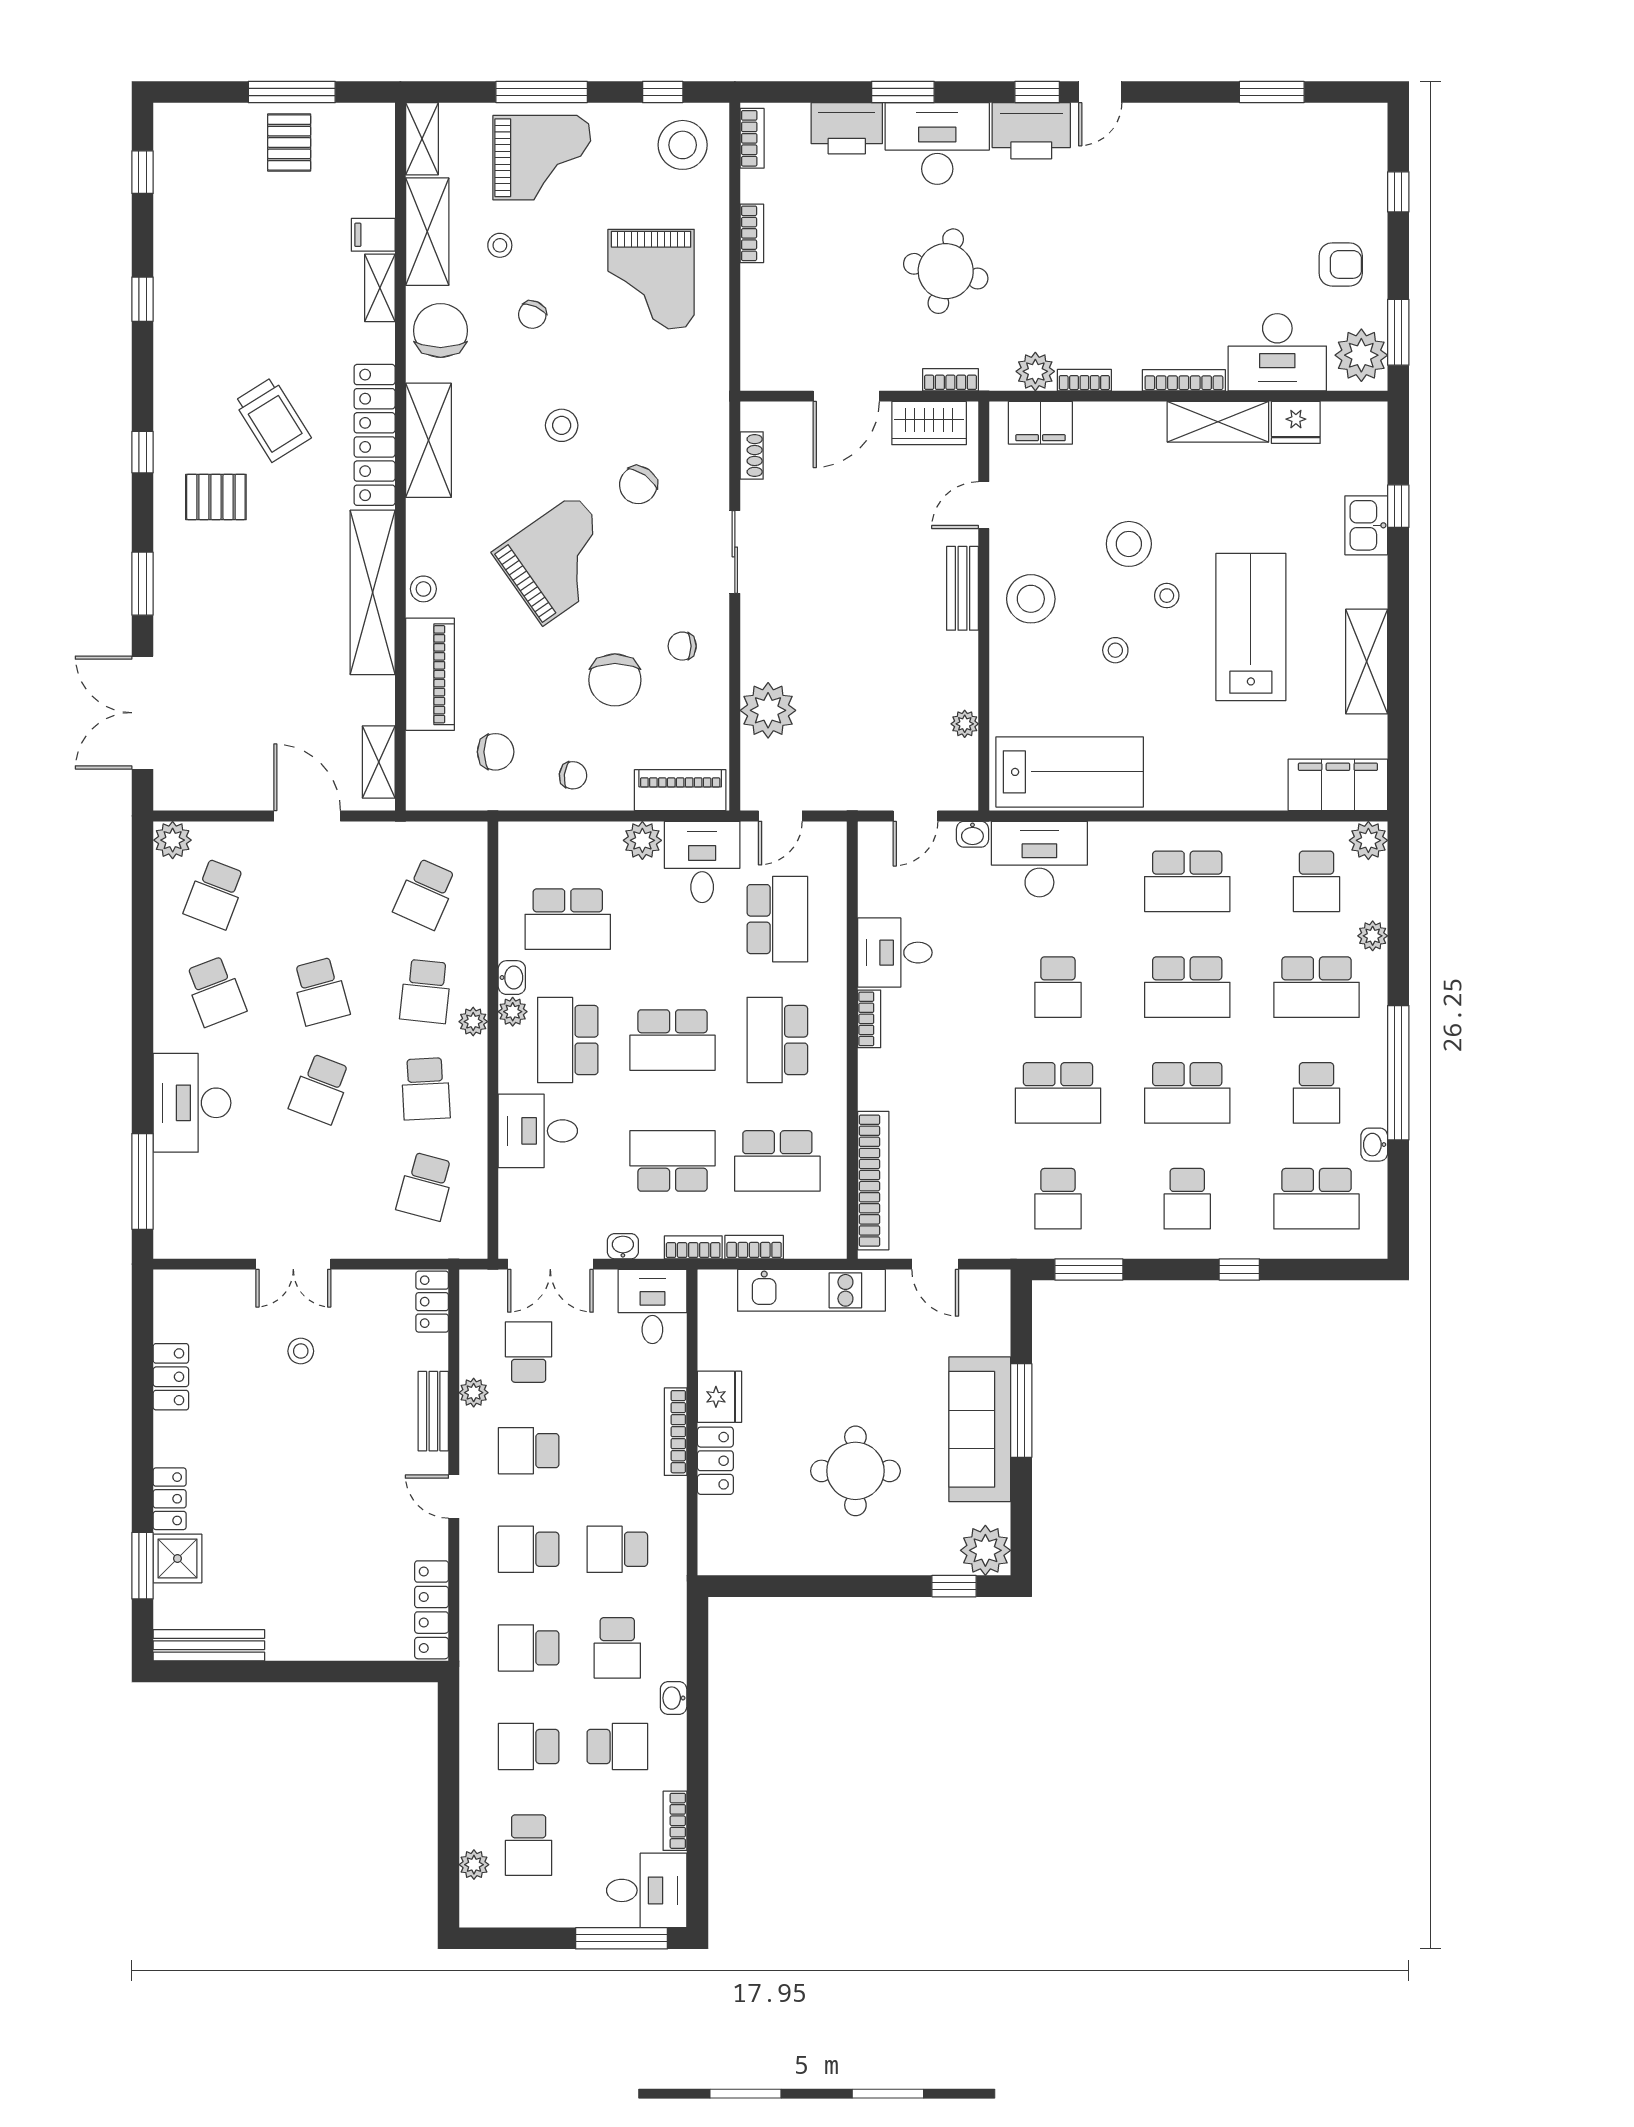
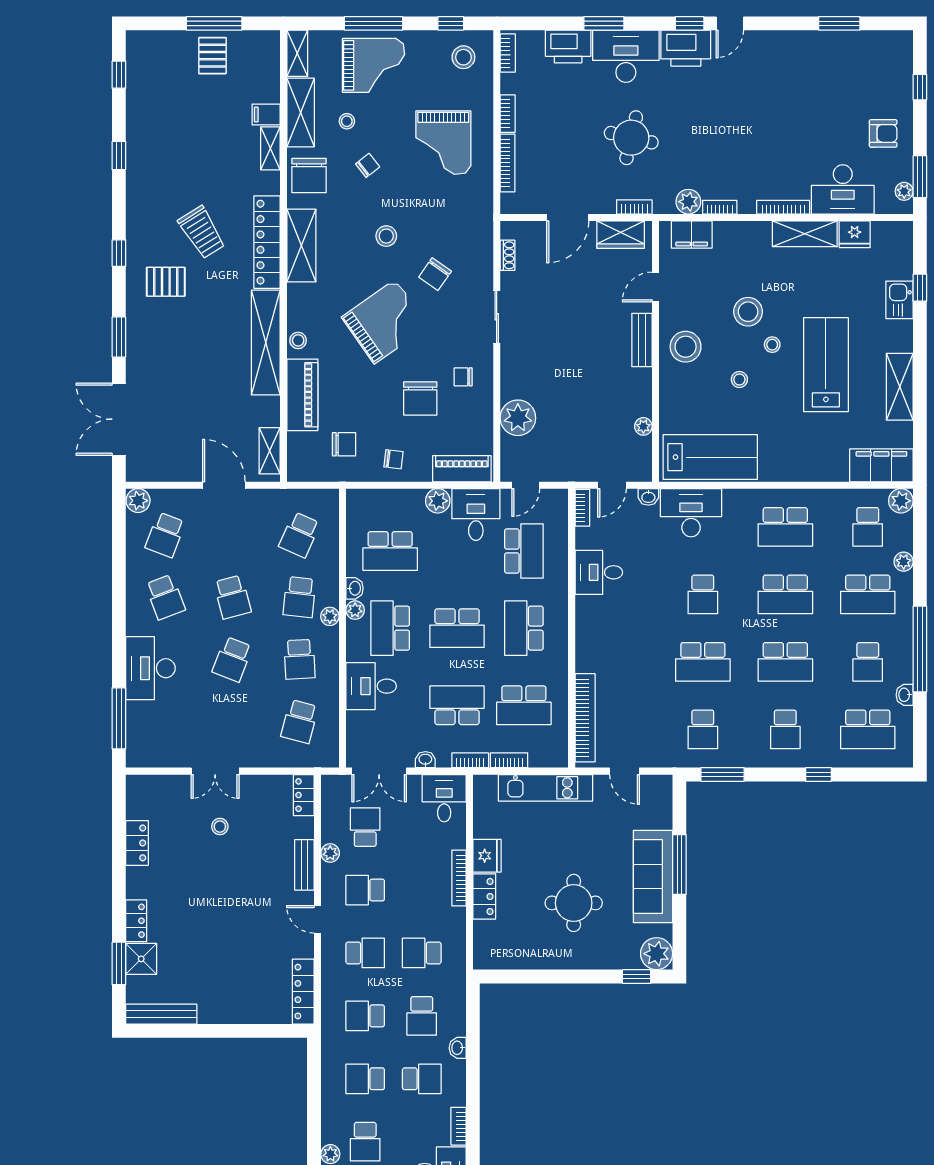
stool: (683, 145) -> (463, 57), width x0.73, depth x0.73
bookcase: (752, 311) -> (508, 163), added
chair: (532, 315) -> (368, 165), turned -152
chair: (441, 331) -> (309, 176), turned 180
plant: (1361, 355) -> (904, 191), width x0.53, depth x0.53
bookcase: (869, 1019) -> (582, 508), moved
school desk: (529, 1549) -> (365, 953), turned 180

